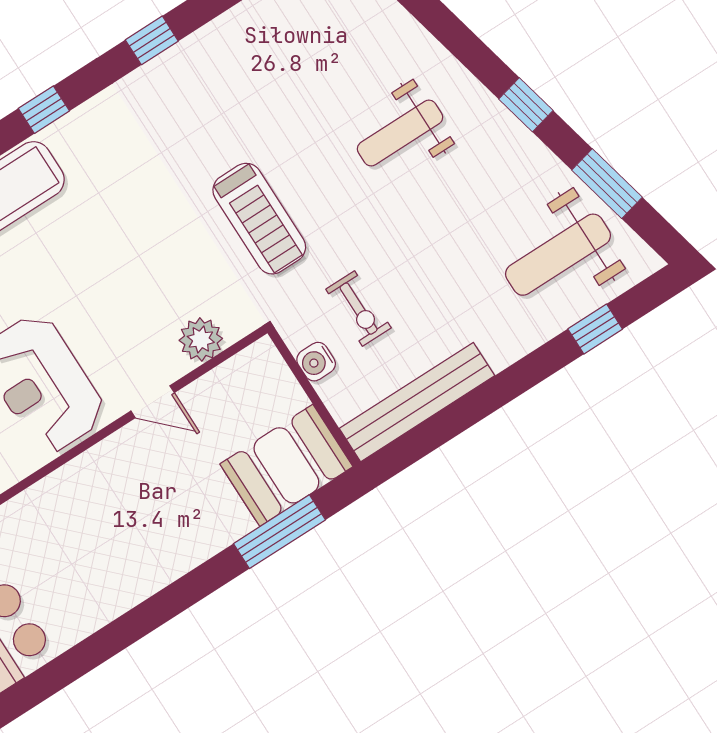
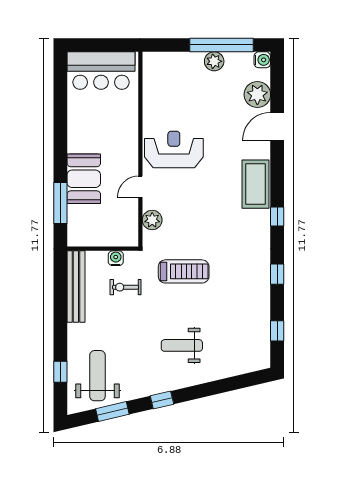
weight bench: (400, 133) -> (182, 345), turned -90
treadmill: (259, 219) -> (184, 271), turned 180
booth: (286, 465) -> (84, 179), moved

